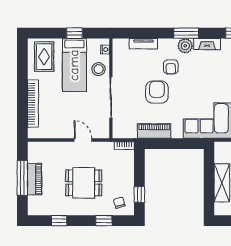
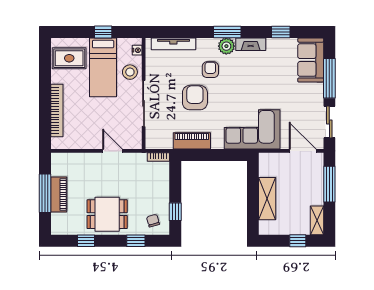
tv unit: (143, 44) -> (173, 44), width x1.41
rug: (44, 57) -> (69, 58), turned 90
armchair: (171, 67) -> (210, 70), turned 180
dining table: (84, 183) -> (107, 214), moved

